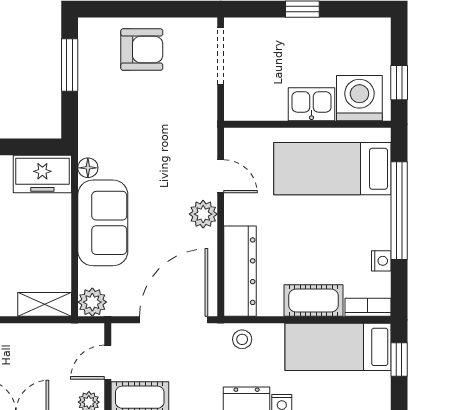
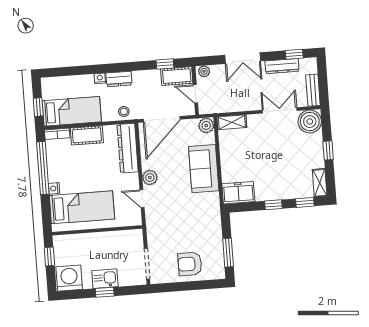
washing machine: (359, 98) -> (69, 278), moved, turned 180
kitchen sink: (311, 104) -> (105, 279), moved, turned 180
floor lamp: (88, 168) -> (214, 198), removed
window: (399, 211) -> (43, 168), moved
nightstand: (381, 261) -> (54, 188), moved
door: (108, 362) -> (195, 94), swing flipped

